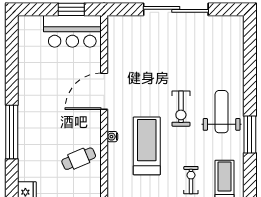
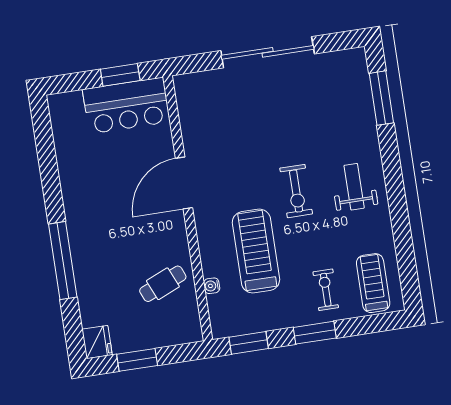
weight bench: (222, 112) -> (354, 187), width x0.73, depth x0.75
window: (250, 135) -> (381, 98), moved
water cooler: (112, 137) -> (212, 286), moved

